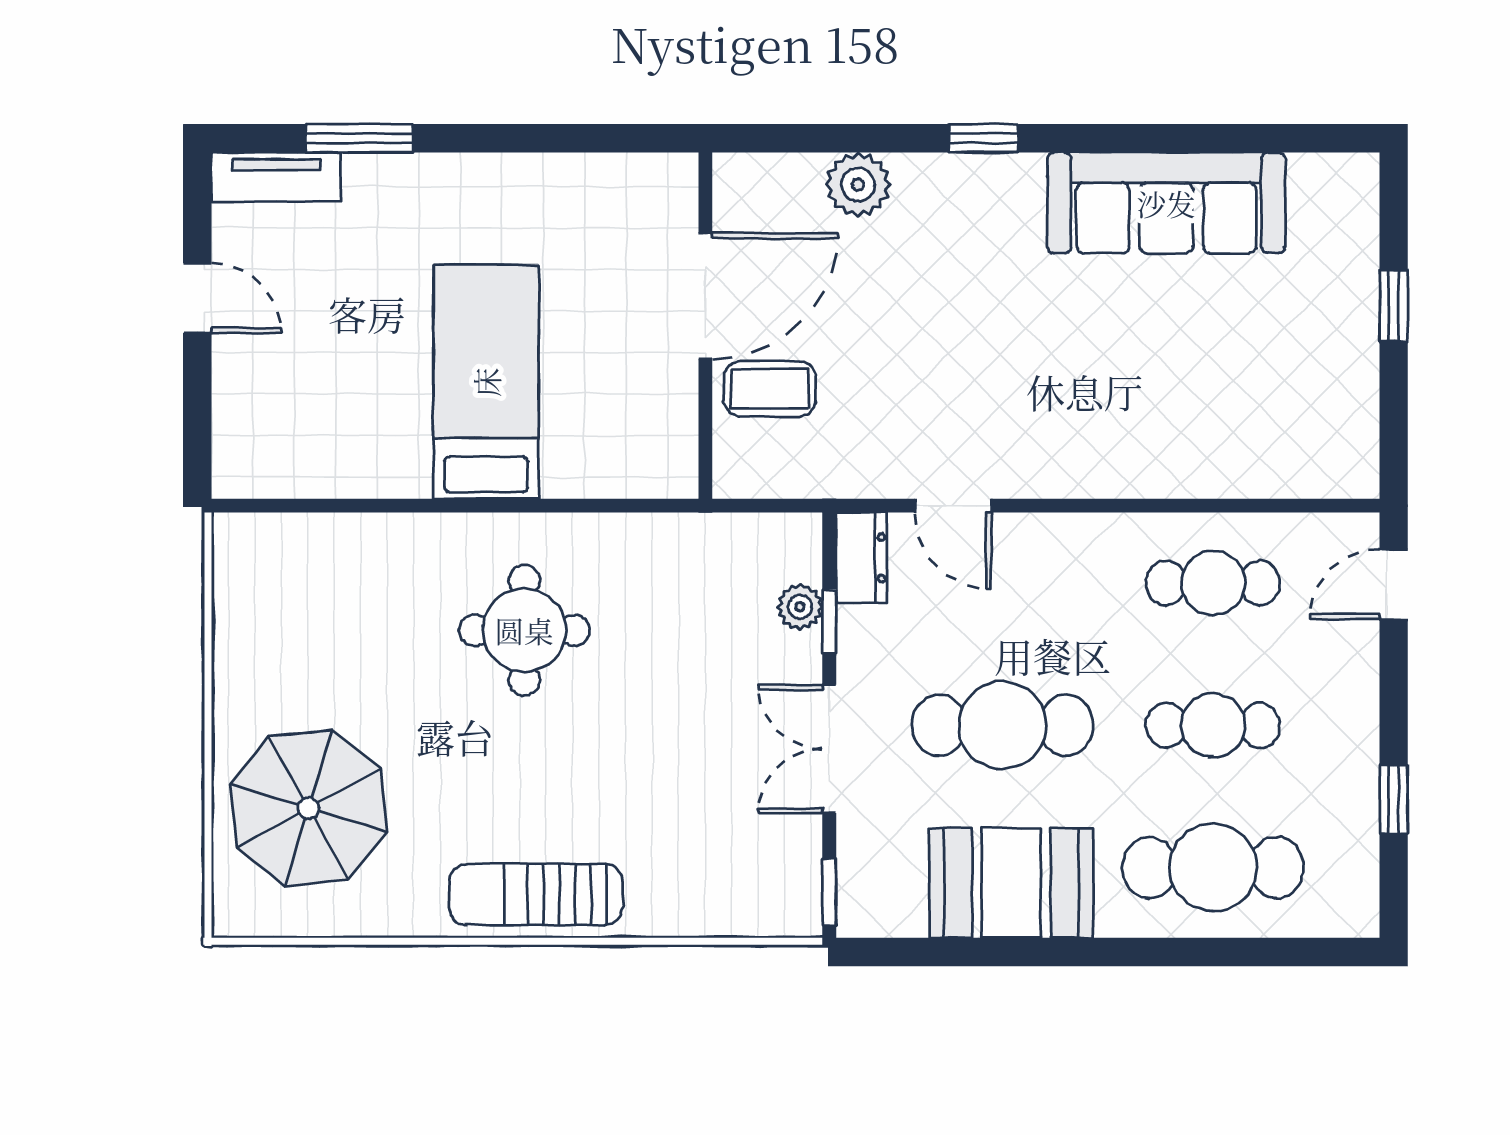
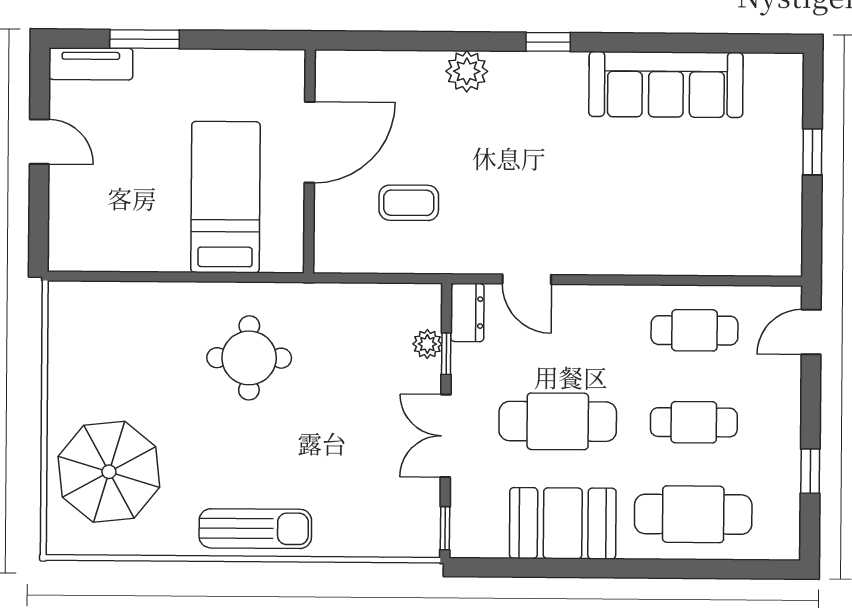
door: (705, 296) -> (309, 142), moved
wall: (705, 326) -> (309, 161), moved
sun lounger: (536, 894) -> (255, 529), turned 180

